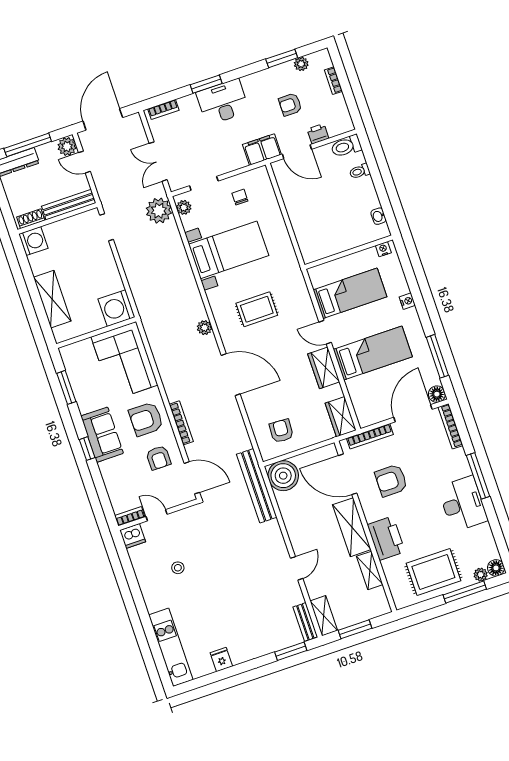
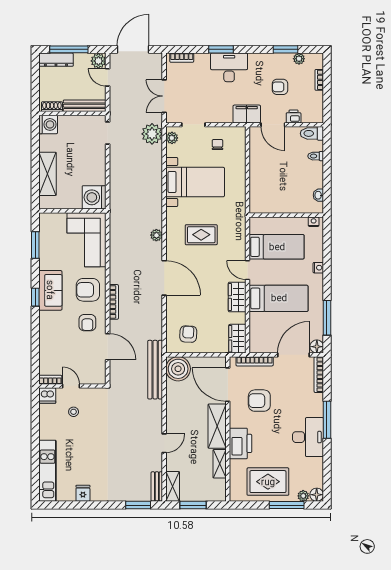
door: (157, 515) -> (71, 386), moved
wall: (158, 515) -> (72, 386), moved
bookcase: (130, 516) -> (50, 380), moved
dishwasher: (133, 536) -> (47, 396), moved

